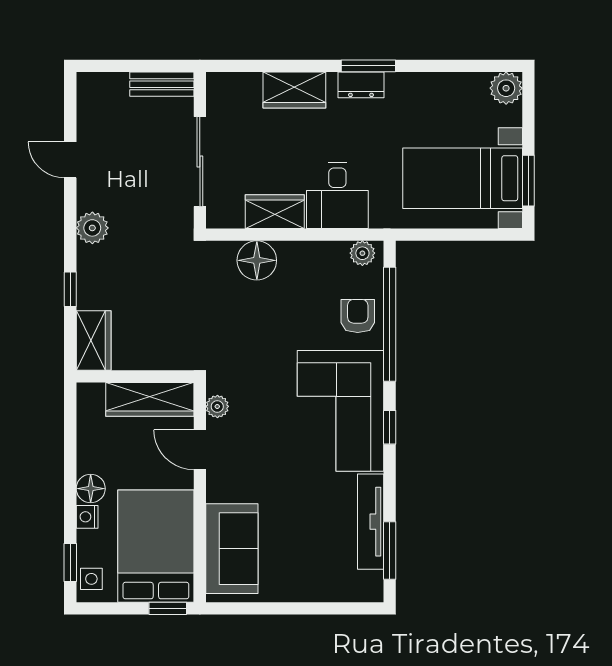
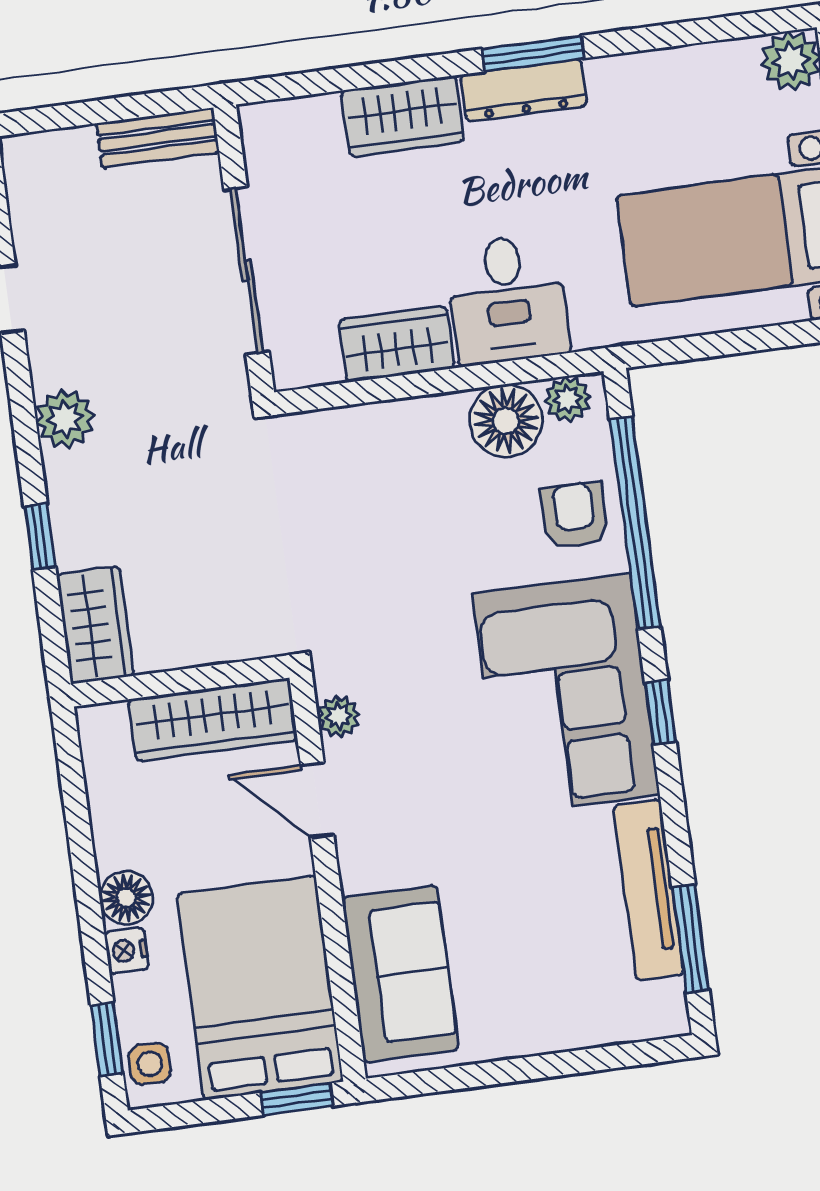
dresser: (361, 85) -> (524, 90), width x1.44
floor lamp: (257, 260) -> (506, 421), moved

